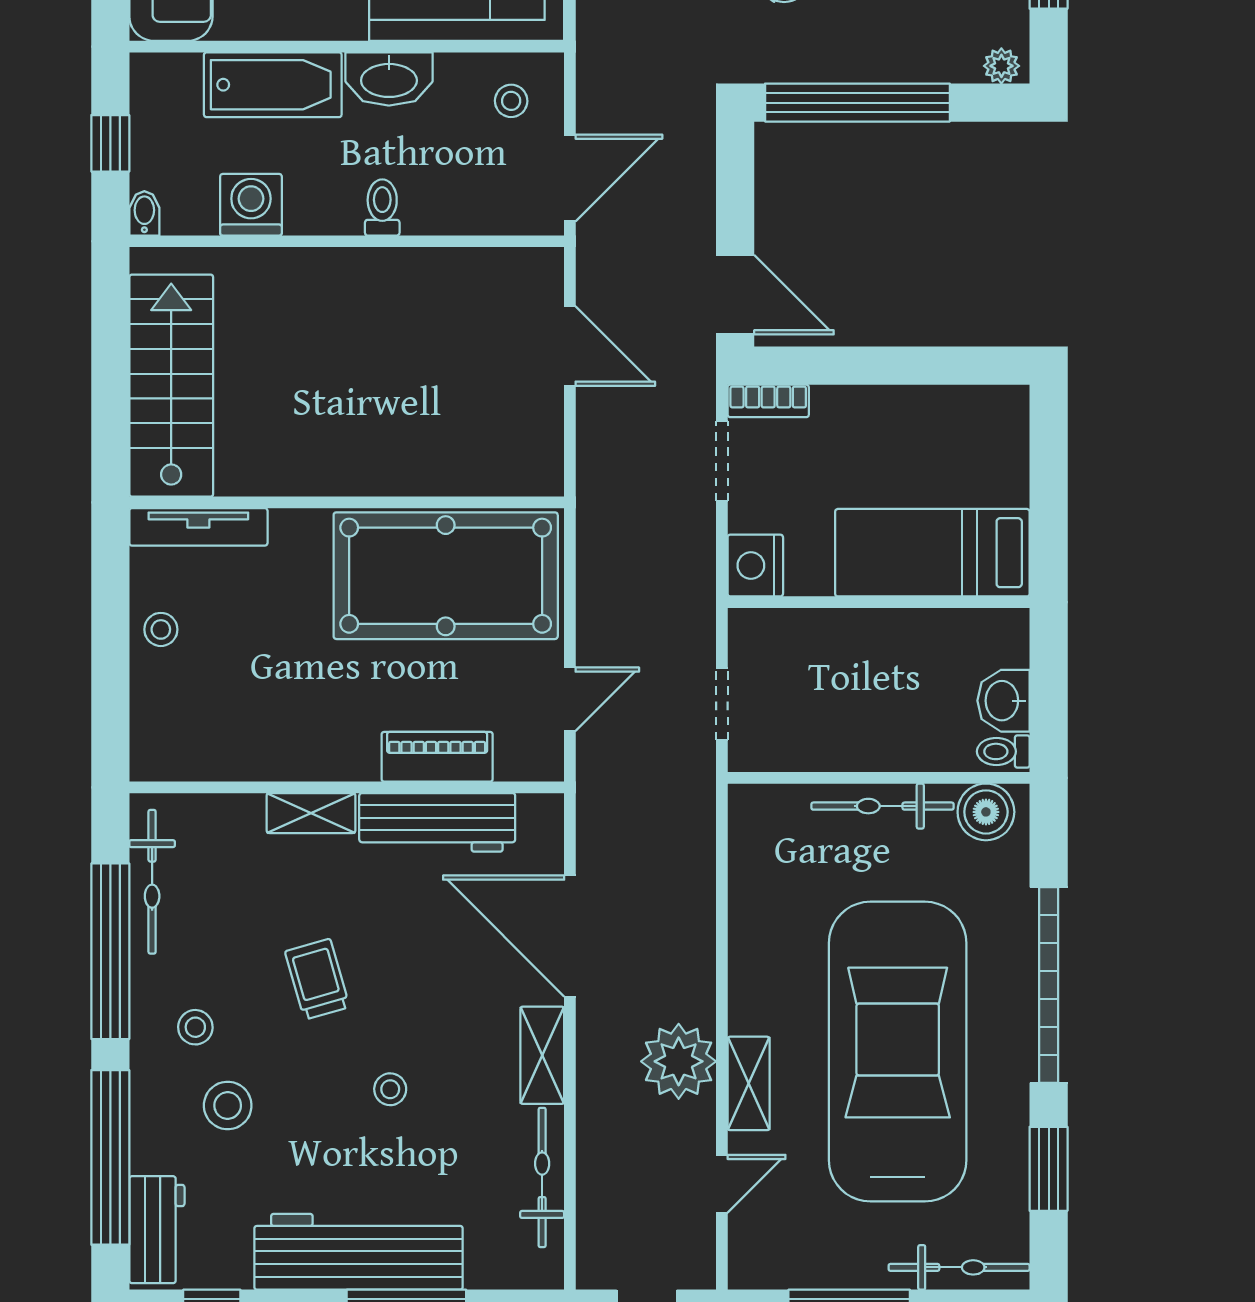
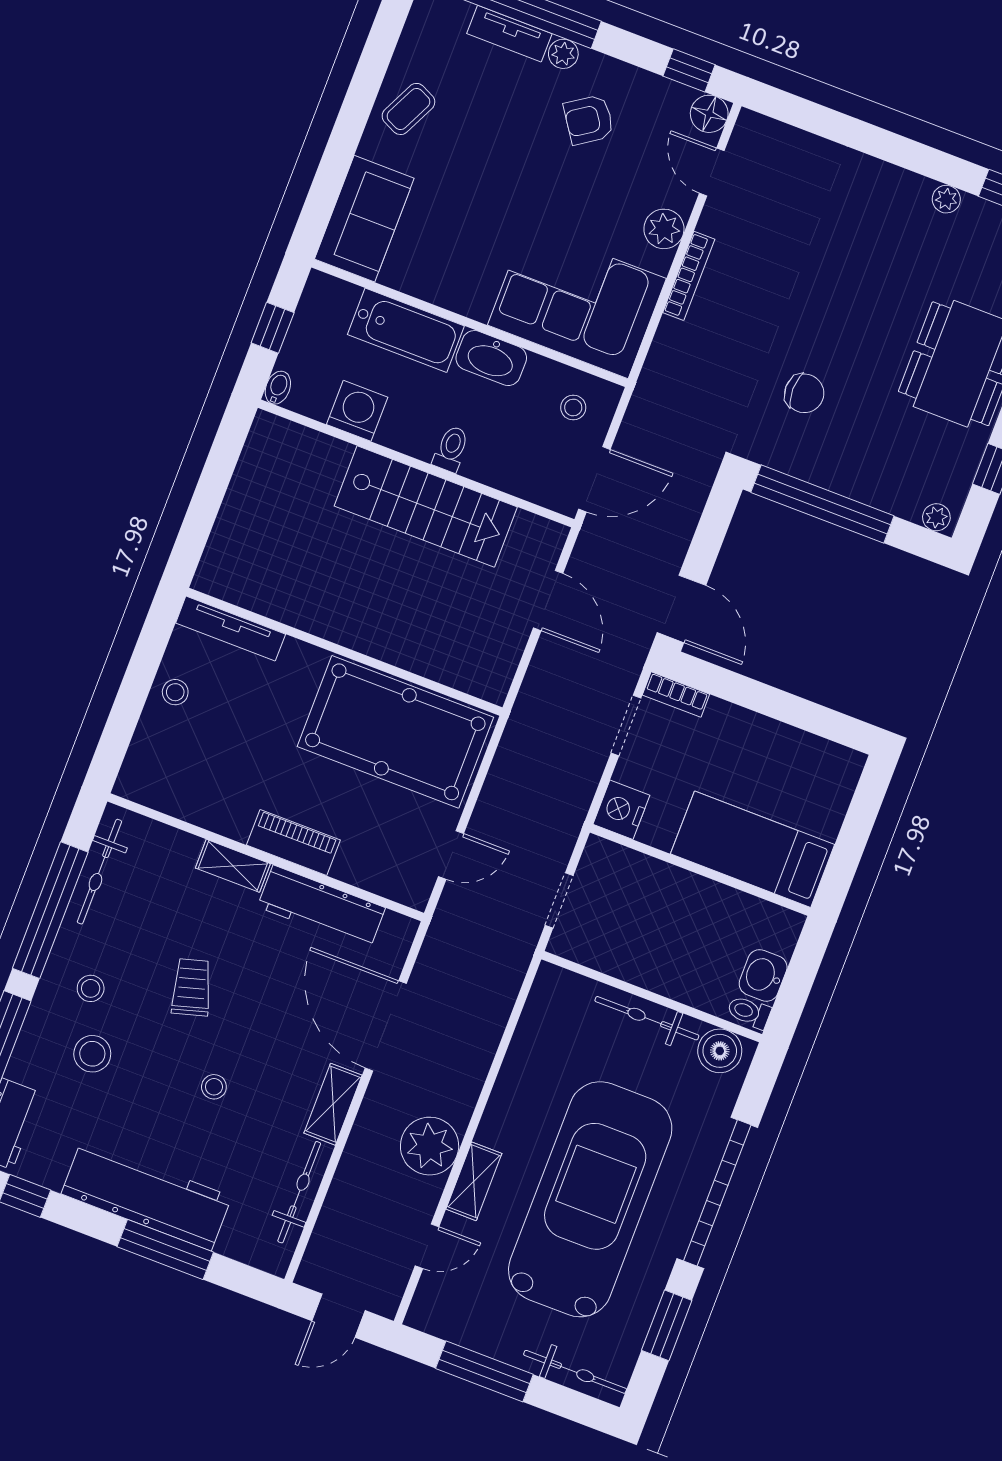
stairs: (171, 386) -> (426, 506), moved, turned 90
piano: (437, 757) -> (293, 842), moved

